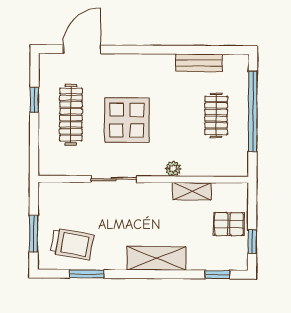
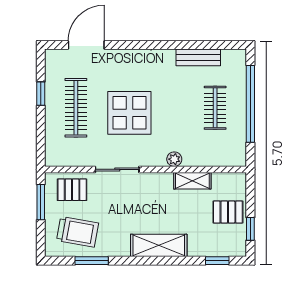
pallet: (67, 200) -> (72, 190), added
window: (34, 234) -> (41, 202), moved

